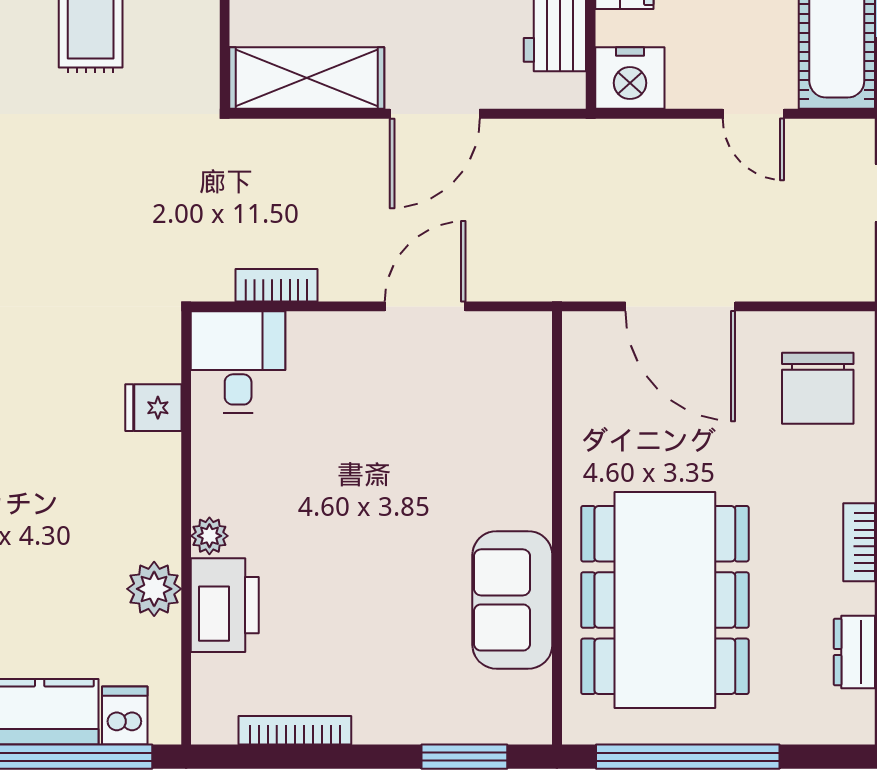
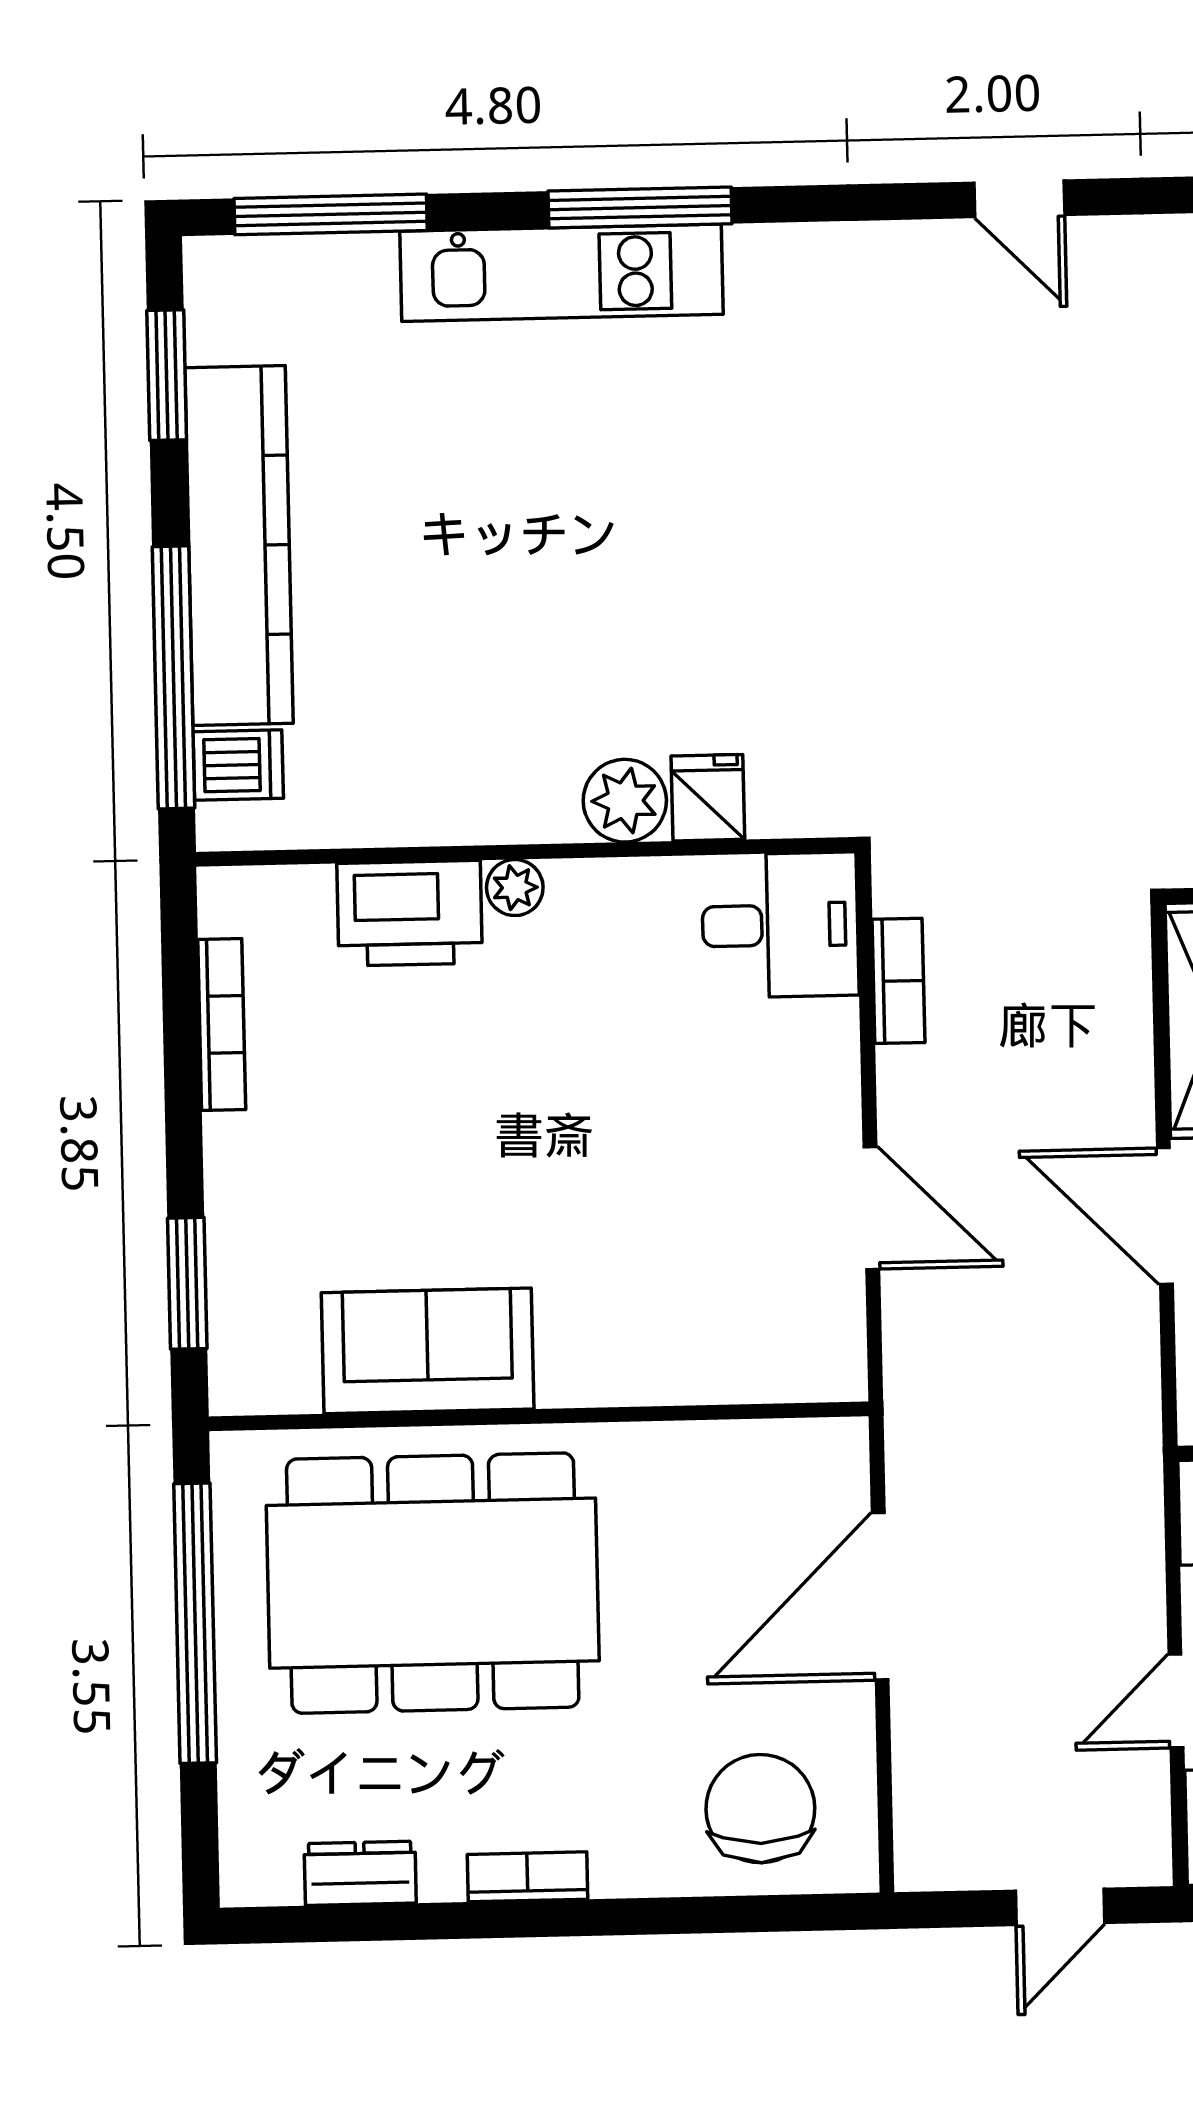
chair: (818, 388) -> (760, 1809), turned 90
plant: (154, 589) -> (625, 801), moved

